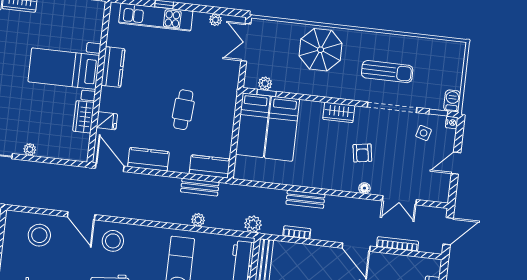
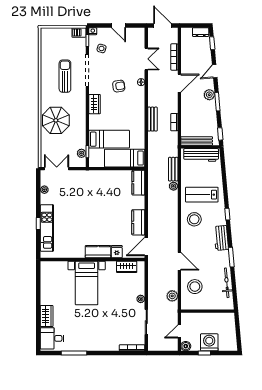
double door: (246, 42) -> (57, 169), swing flipped
kitchen counter: (113, 67) -> (98, 252), moved
cafe table: (183, 110) -> (104, 204), removed
wardrobe: (84, 117) -> (127, 267), moved
bed: (253, 125) -> (125, 158), moved, turned 180
bench: (200, 187) -> (173, 169), moved
door: (81, 216) -> (179, 261), hinge flipped
plant: (253, 224) -> (172, 296), moved
stool: (113, 241) -> (194, 219), moved

